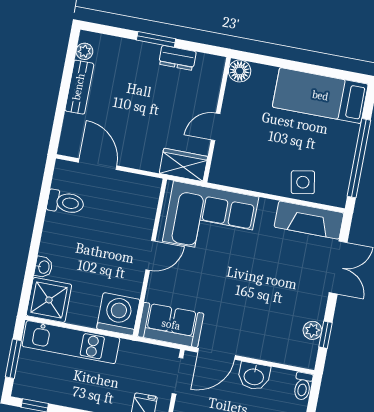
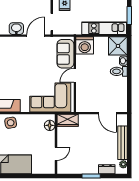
dresser: (177, 58) -> (107, 169), moved
floor lamp: (240, 71) -> (50, 125), moved
bench: (79, 87) -> (123, 143), width x1.36
door: (215, 127) -> (56, 154), moved
toilet: (66, 202) -> (119, 71), moved
sofa: (171, 325) -> (65, 54), moved, turned 90

